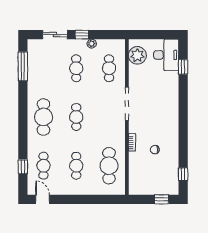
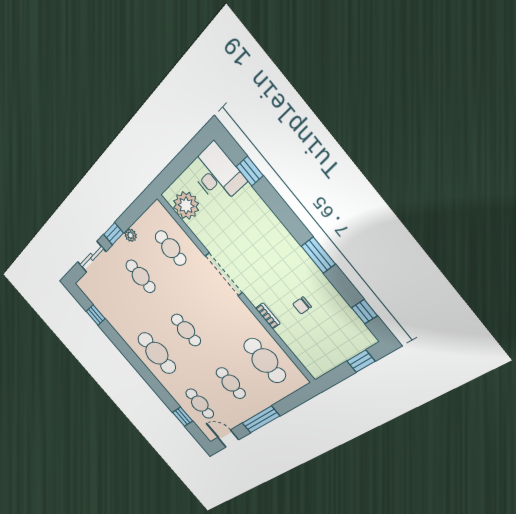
window: (23, 66) -> (96, 315), width x0.46
window: (183, 131) -> (318, 255), added
window: (76, 199) -> (261, 420), added

